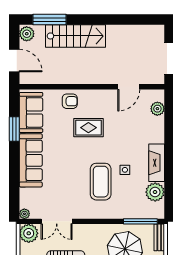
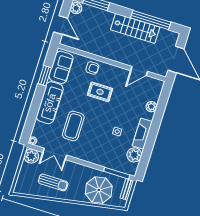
window: (123, 20) -> (151, 20), added
stairs: (76, 36) -> (135, 28), moved
plant: (157, 109) -> (151, 107), moved
coffee table: (101, 182) -> (73, 126), moved

